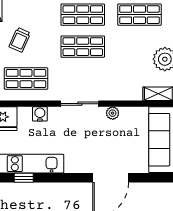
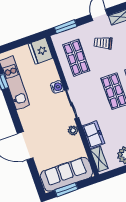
freezer: (126, 90) -> (93, 135), added
water cooler: (40, 114) -> (57, 87), moved

